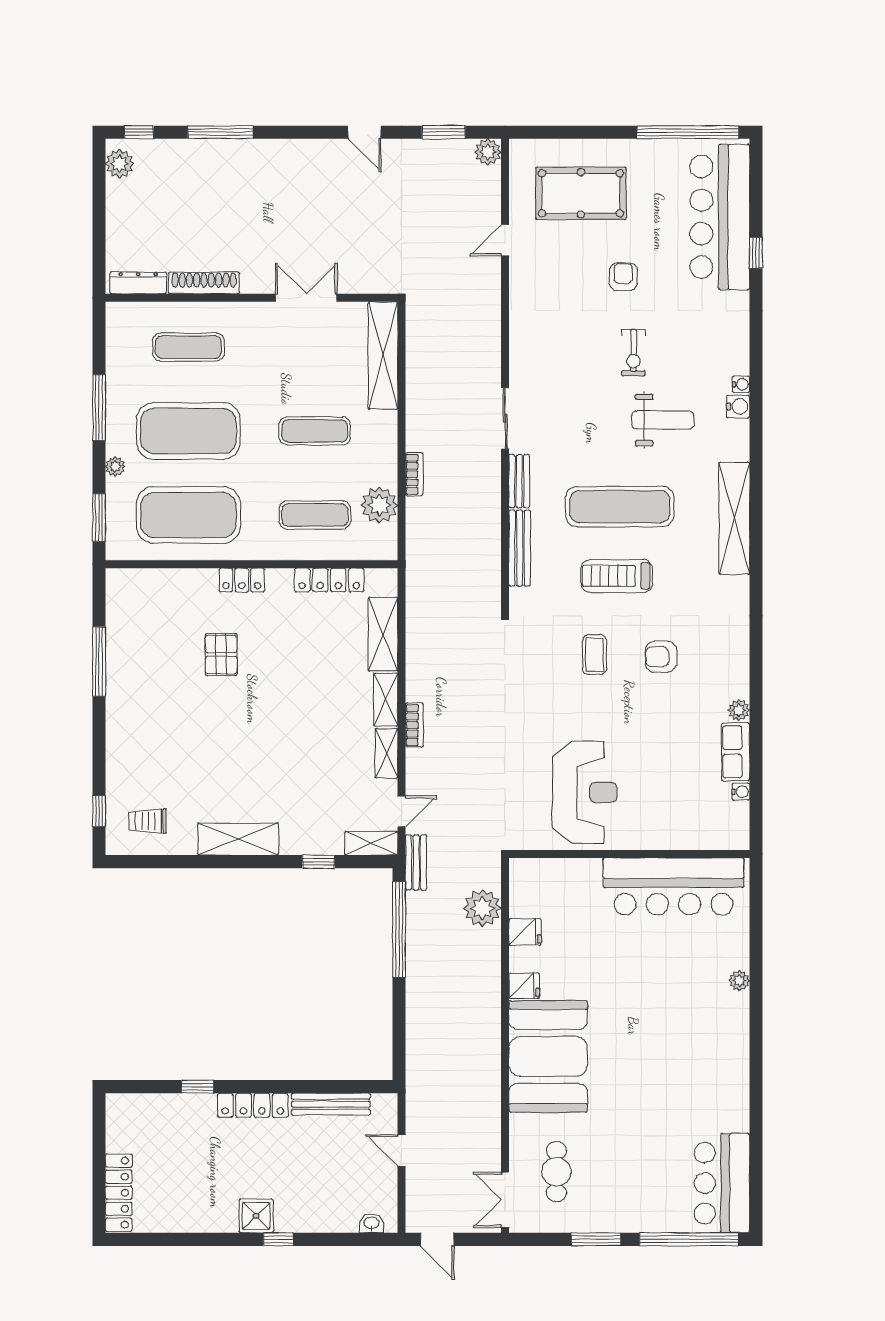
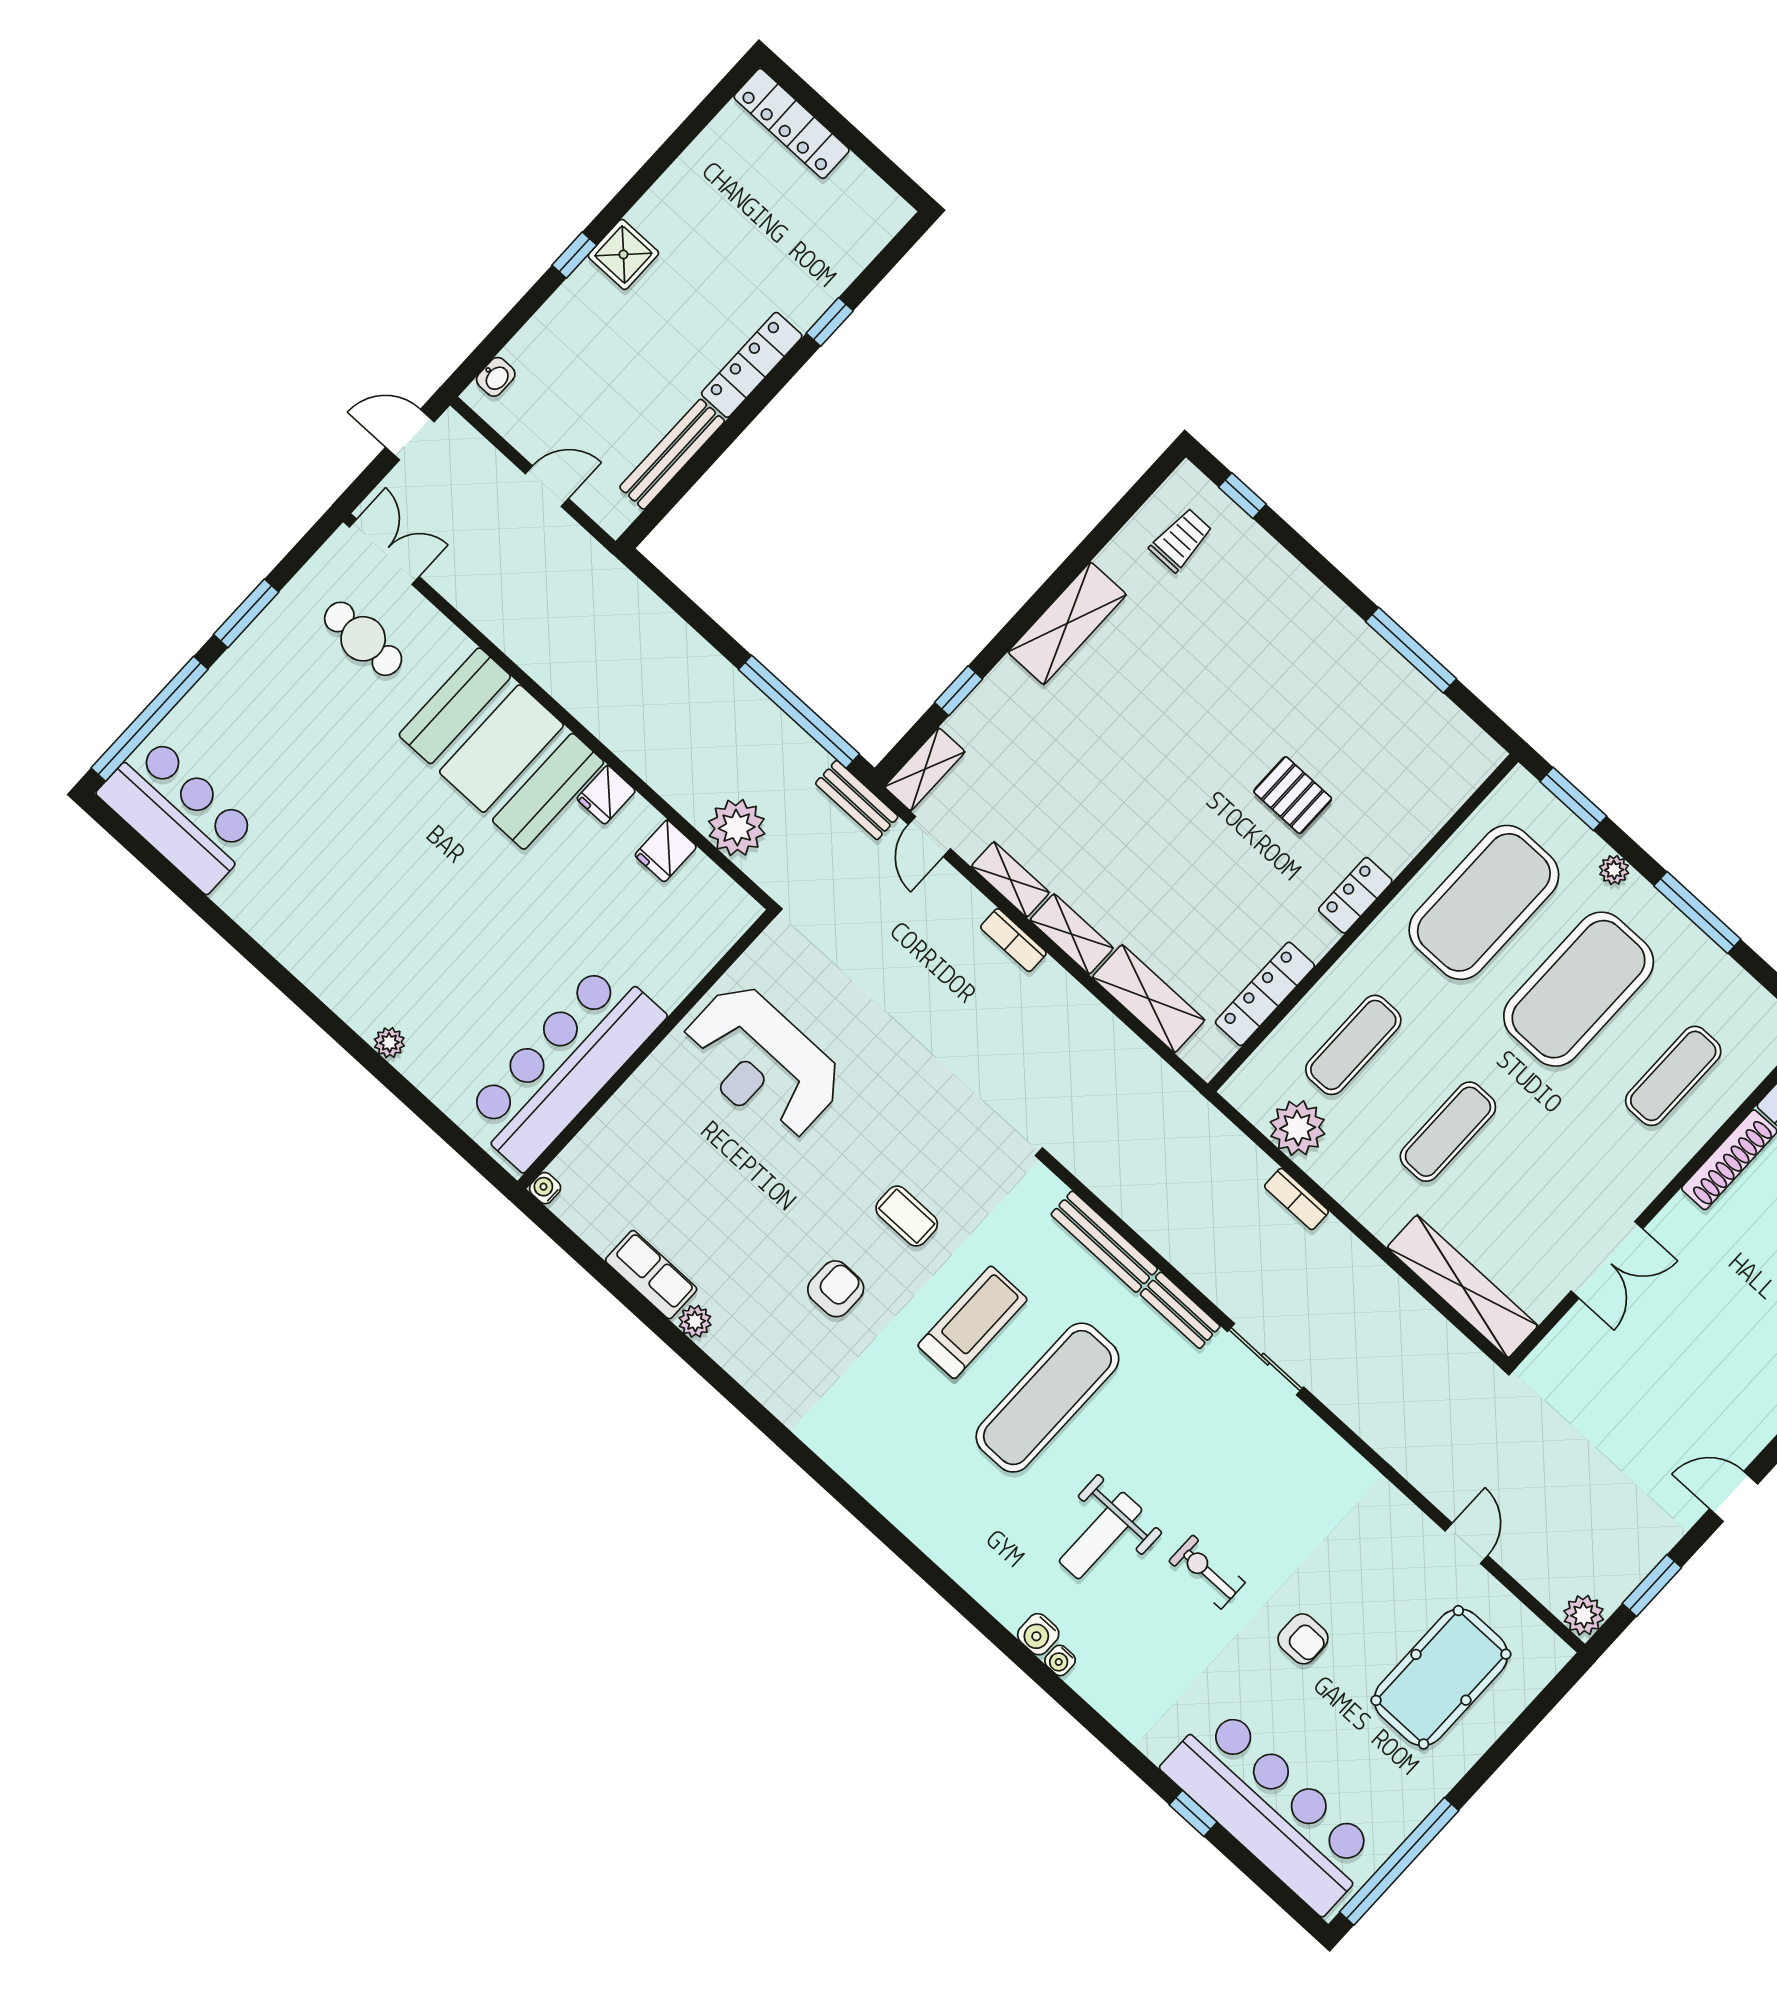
shelving: (734, 518) -> (916, 1515), removed
water cooler: (741, 792) -> (545, 1188), moved, turned 90

